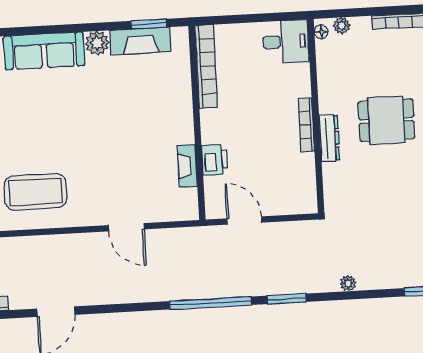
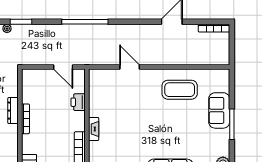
fireplace: (187, 166) -> (94, 129), moved
window: (287, 299) -> (21, 22), moved

